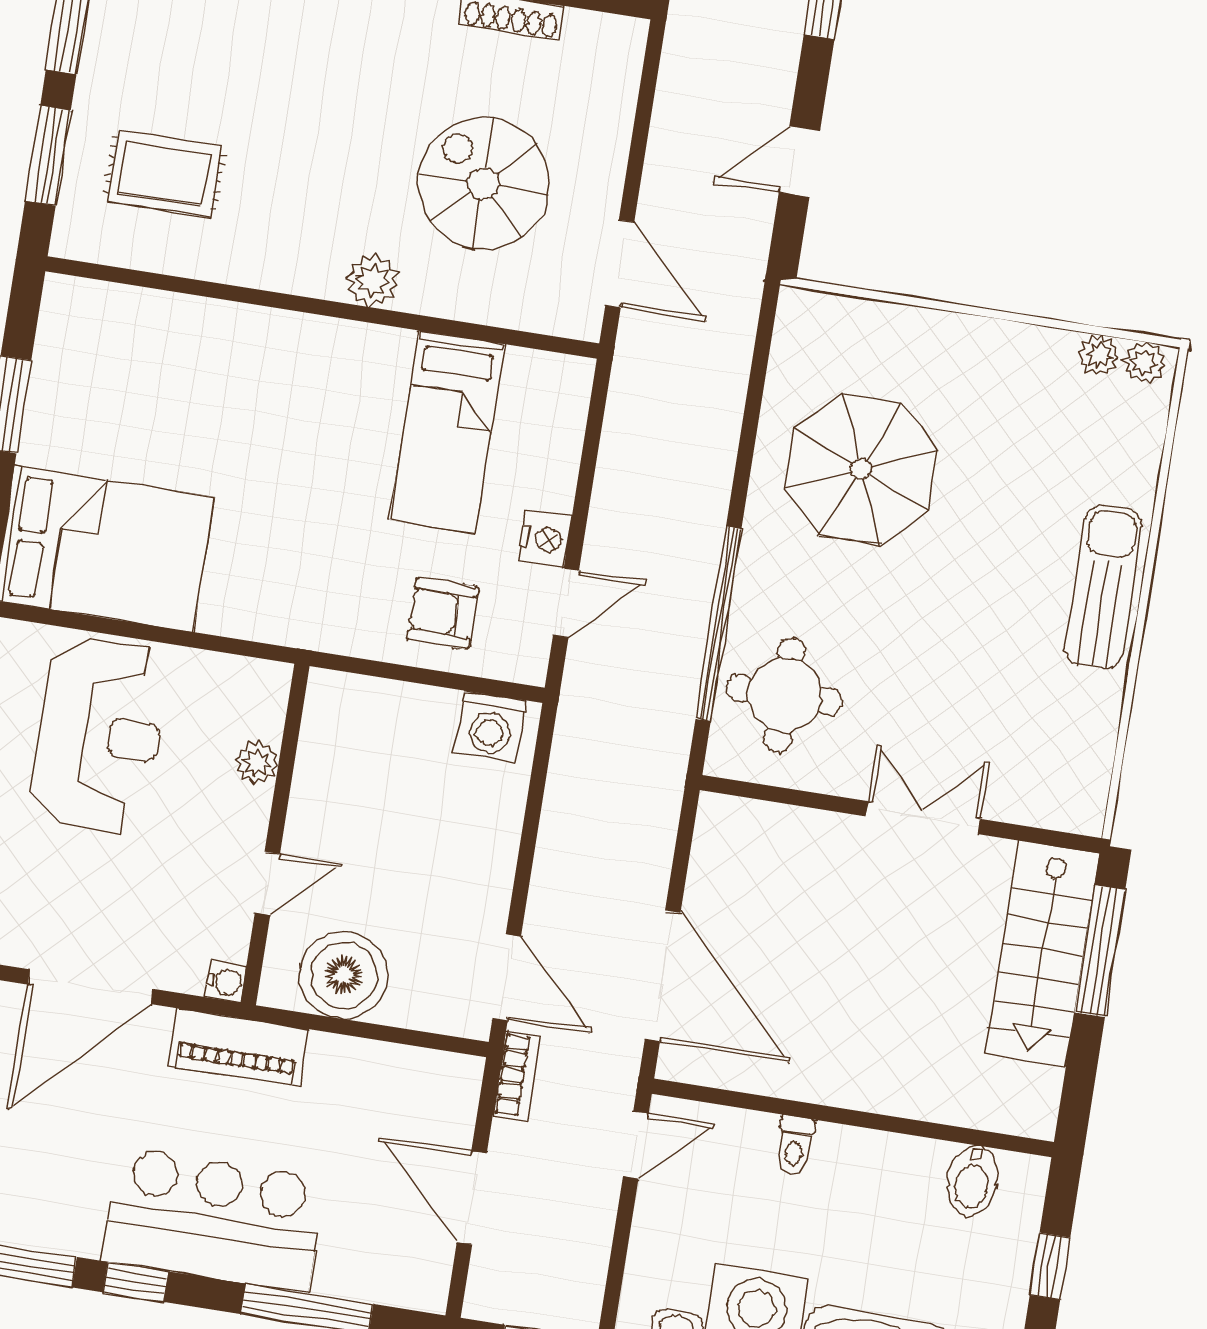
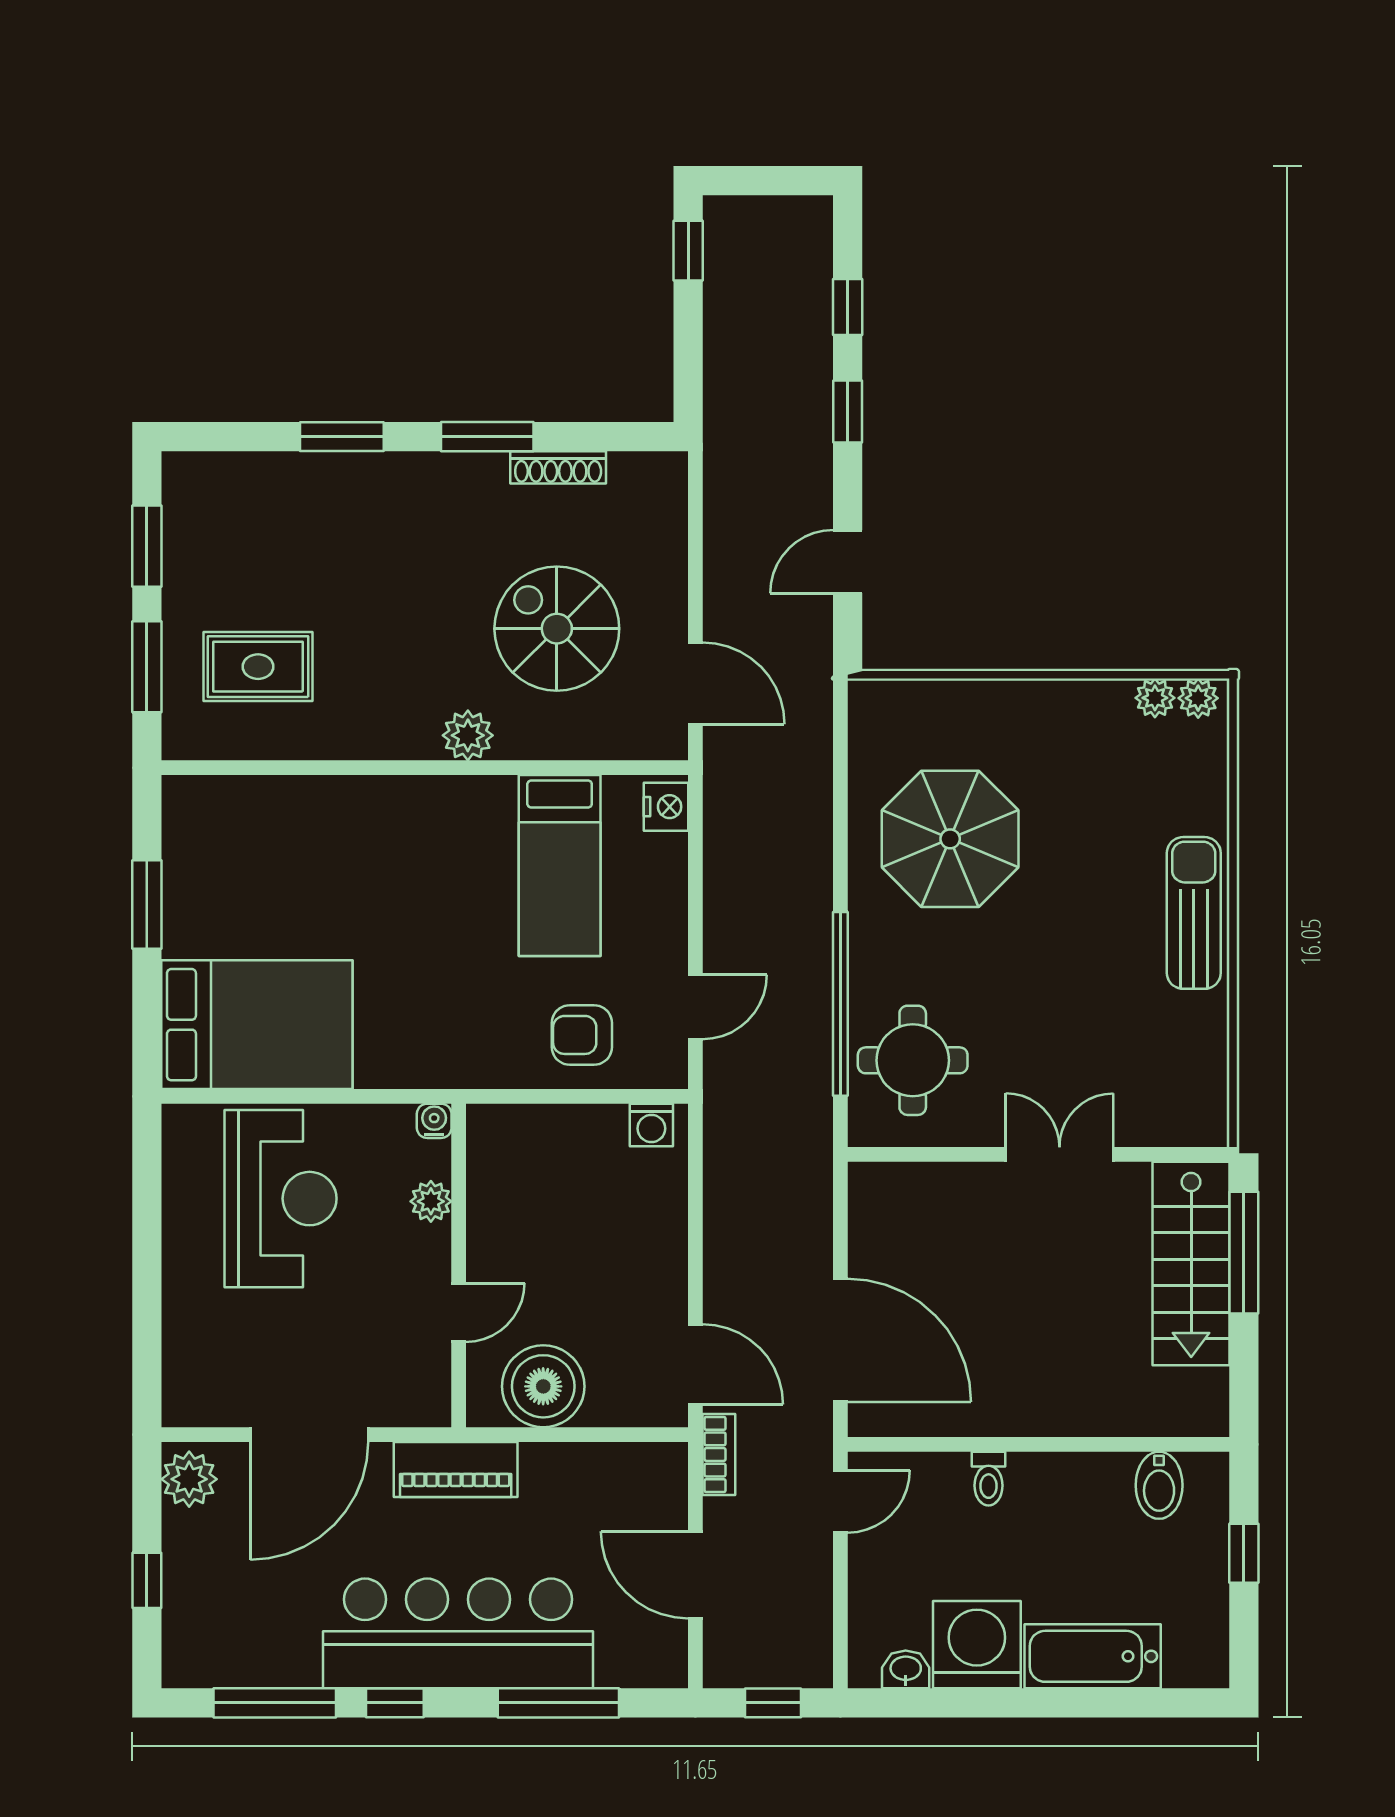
nightstand: (545, 539) -> (666, 807), moved
washing machine: (490, 726) -> (651, 1125), width x0.73, depth x0.73
water cooler: (225, 982) -> (434, 1121), moved, turned -90
bar counter: (213, 1220) -> (458, 1633), width x1.36

